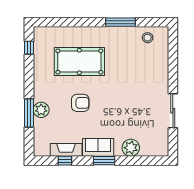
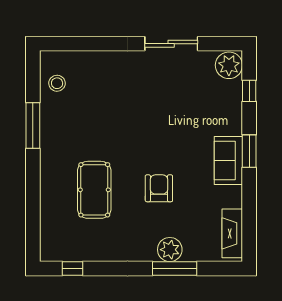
pool table: (79, 62) -> (94, 190), width x0.73, depth x0.76
plant: (131, 148) -> (229, 65), moved
fireplace: (66, 150) -> (232, 233), moved
window: (65, 161) -> (249, 91), moved

